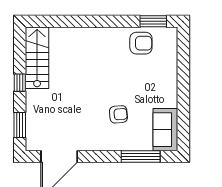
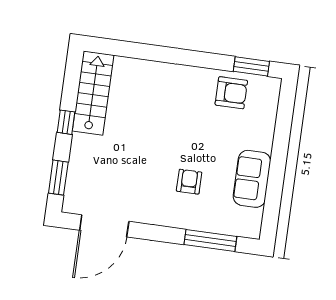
armchair: (118, 114) -> (189, 182), turned -85
sofa: (165, 130) -> (252, 179), moved

